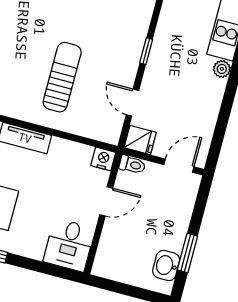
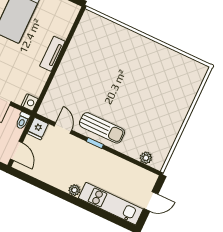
sun lounger: (62, 77) -> (102, 128), moved
door: (132, 103) -> (63, 128), hinge flipped

